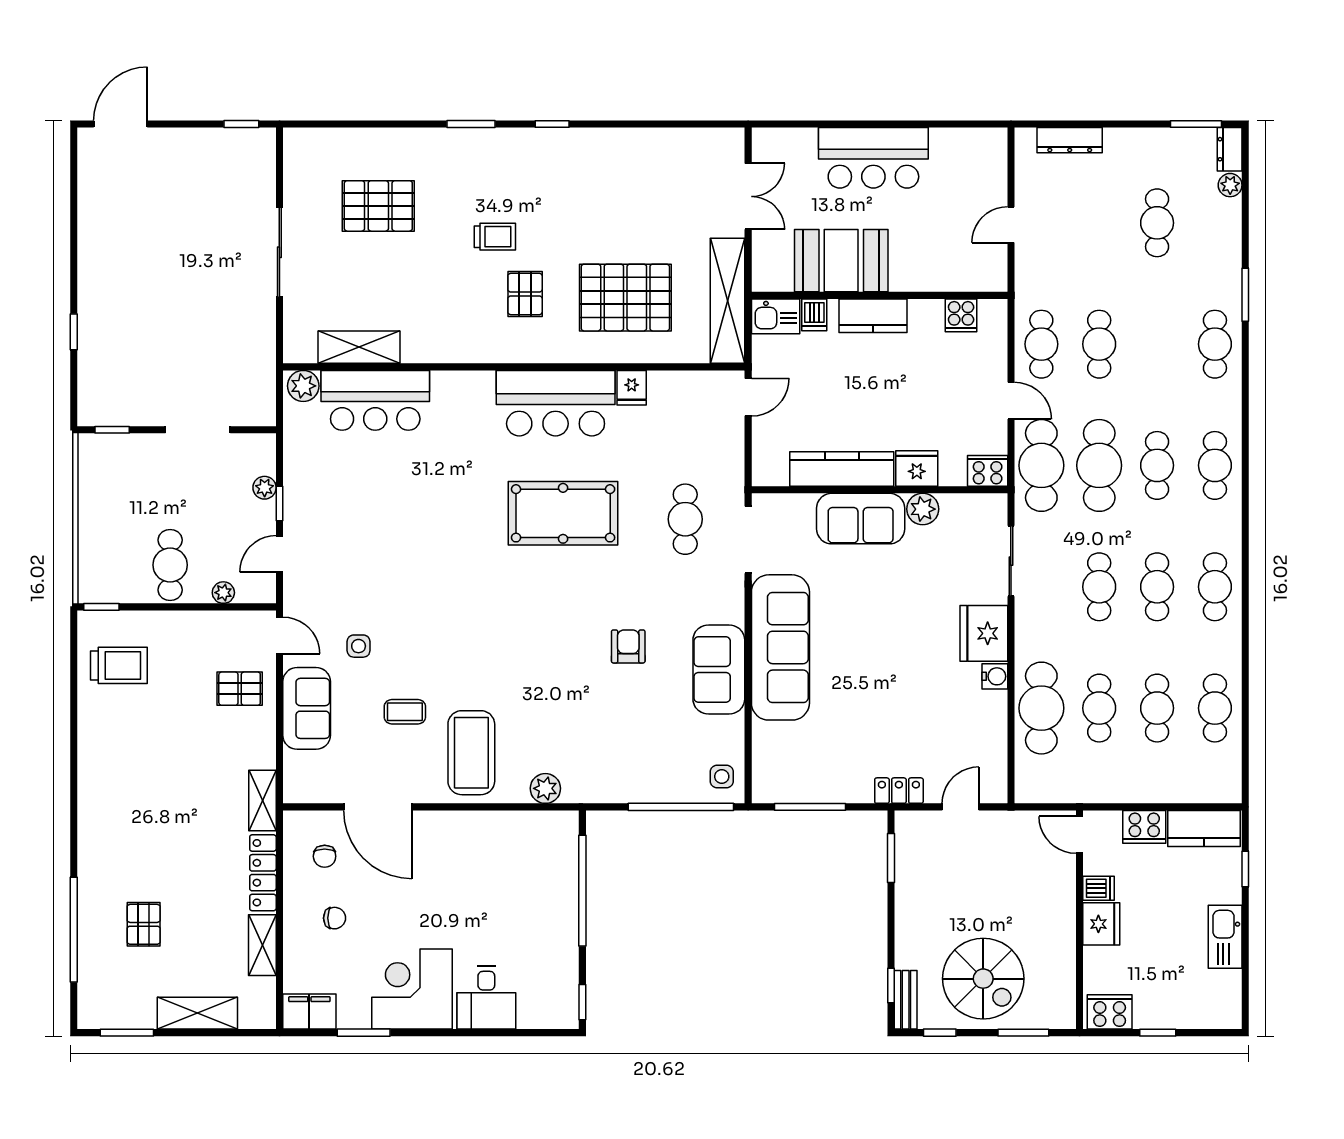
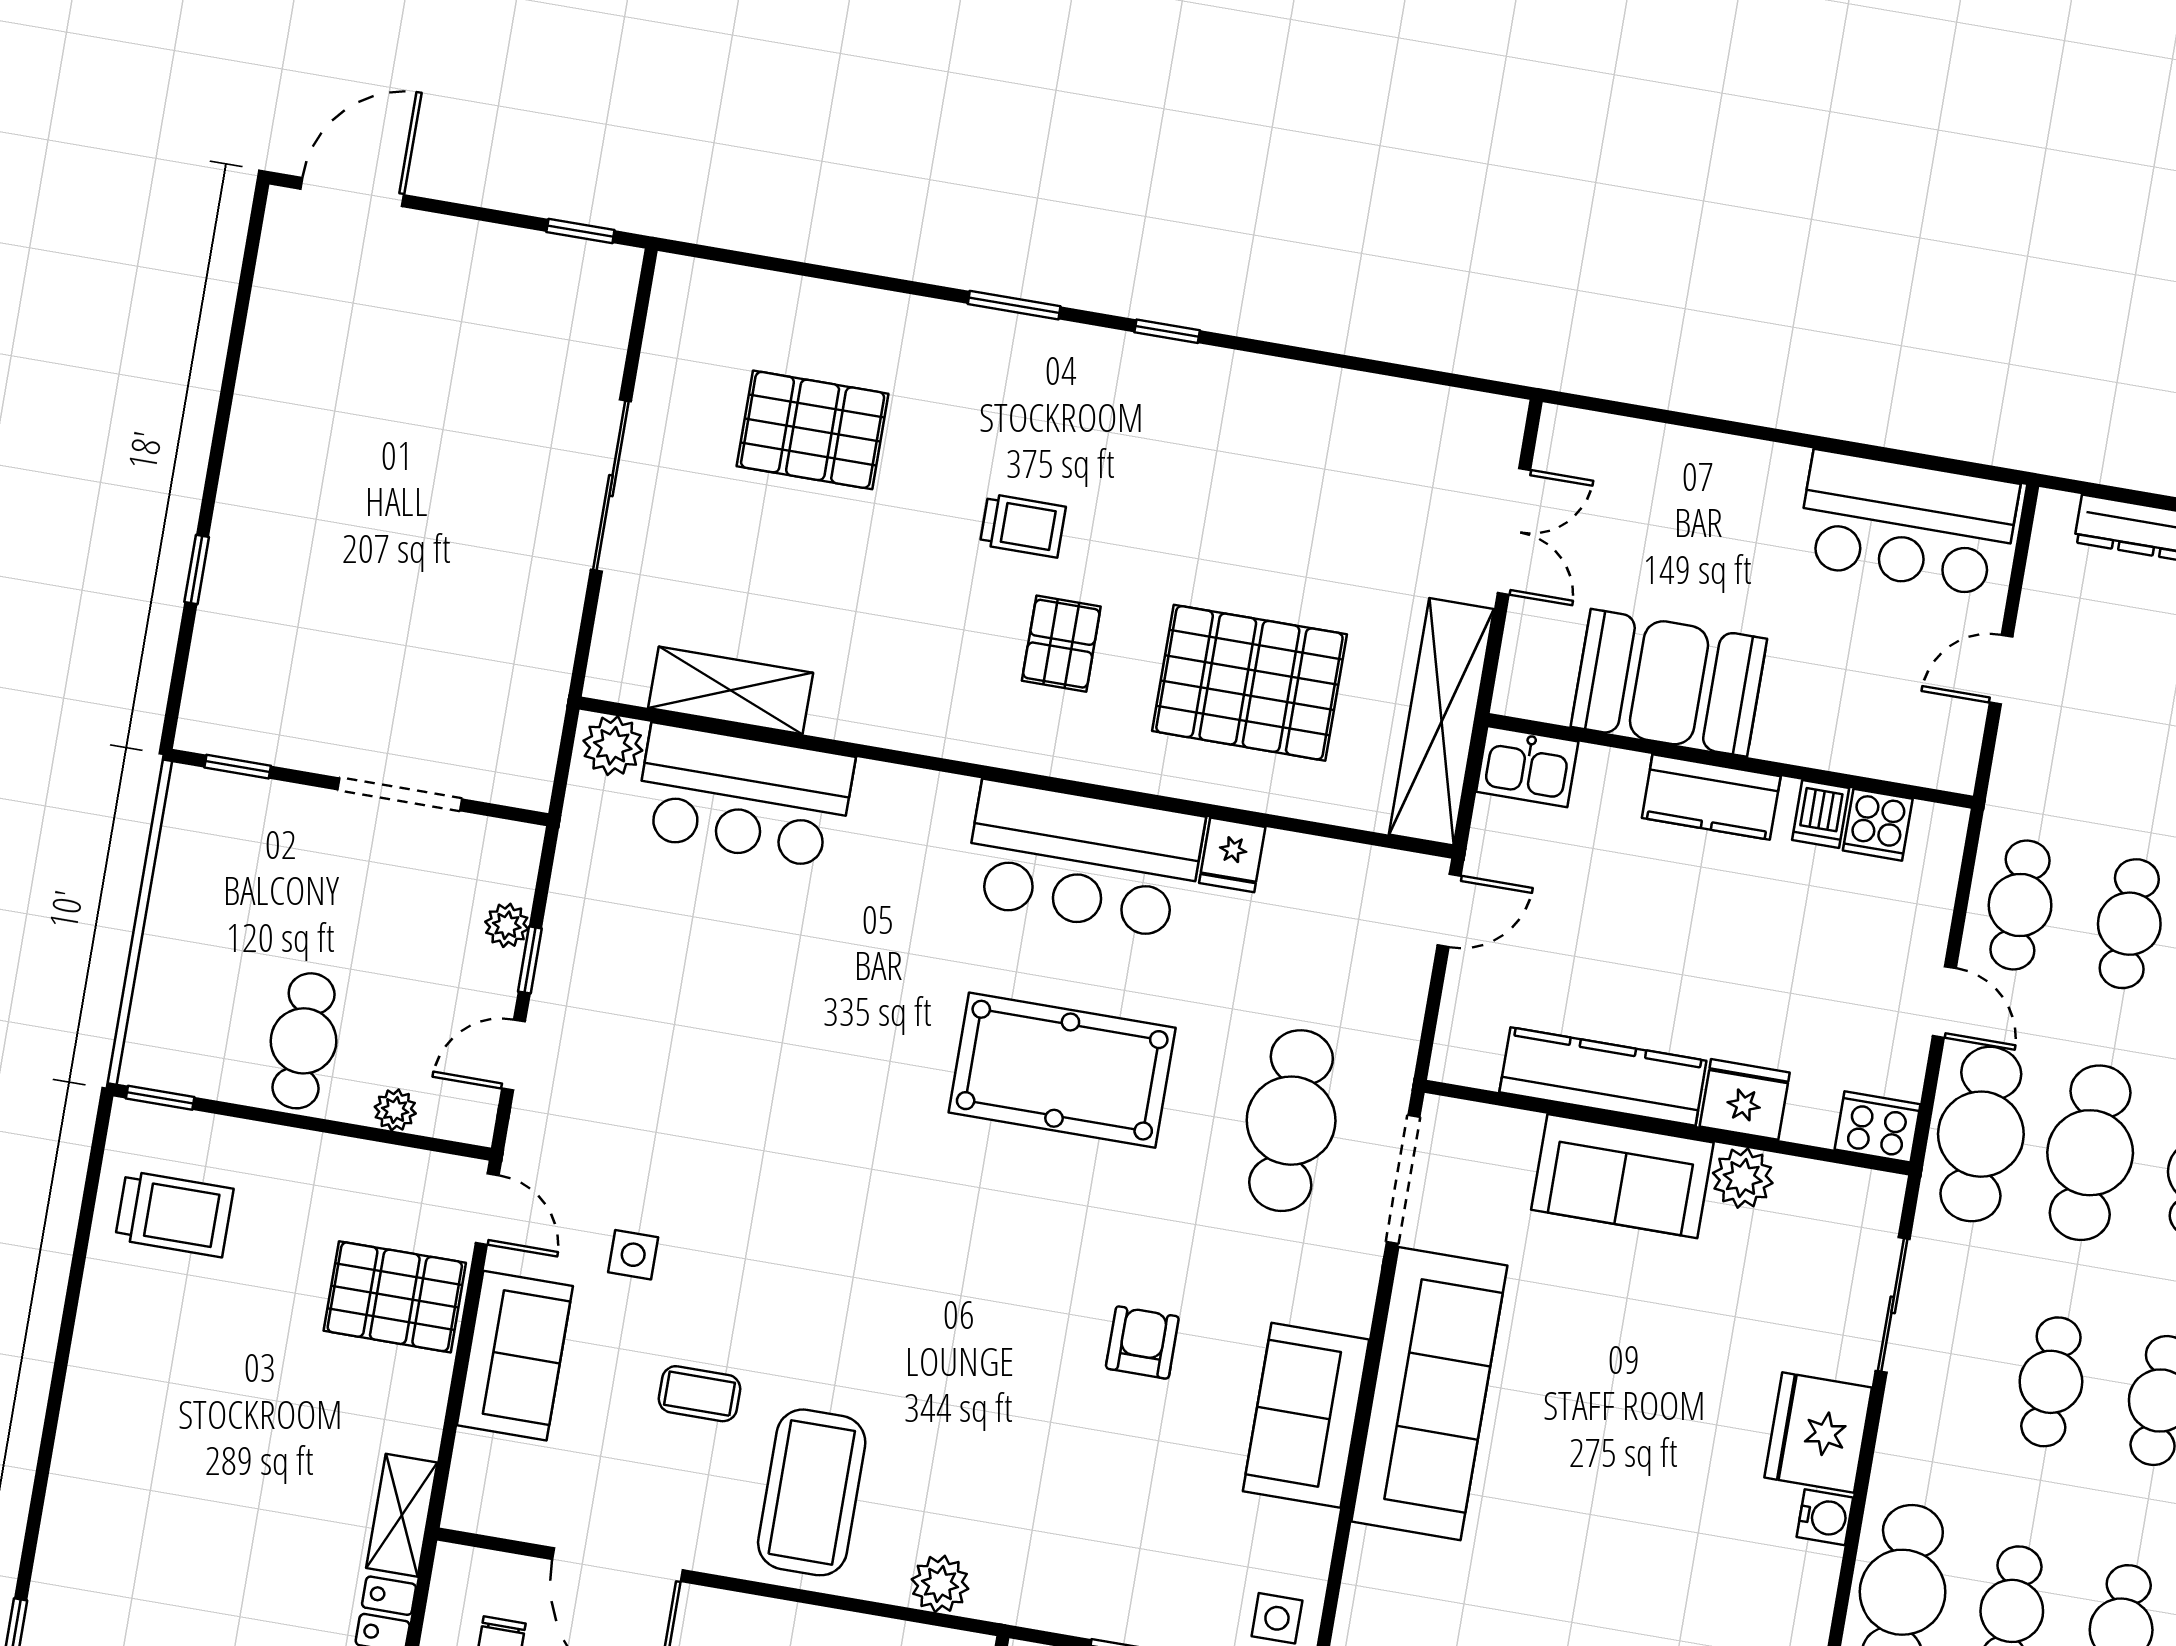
bar counter: (873, 158) -> (1907, 524), moved
dishwasher: (814, 315) -> (1821, 814), moved
cafe table: (685, 519) -> (1291, 1121), width x1.37, depth x1.35
pallet: (240, 689) -> (395, 1297), width x1.50, depth x1.42

